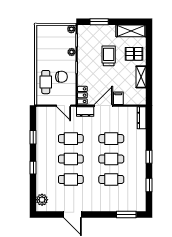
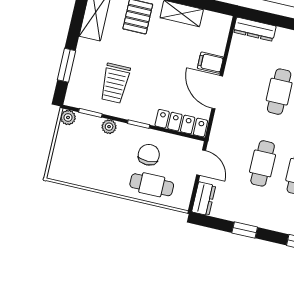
trolley: (109, 56) -> (115, 83), moved, turned -90
locker: (82, 95) -> (181, 123), width x1.53
door: (64, 106) -> (201, 163), hinge flipped
dresser: (85, 112) -> (204, 199), moved

